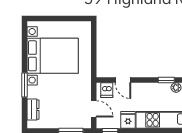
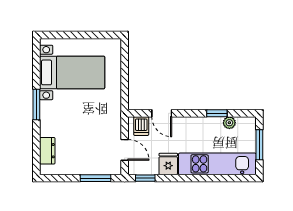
bed with nightstands: (53, 56) -> (72, 72), width x0.73
window: (24, 85) -> (36, 104), moved

